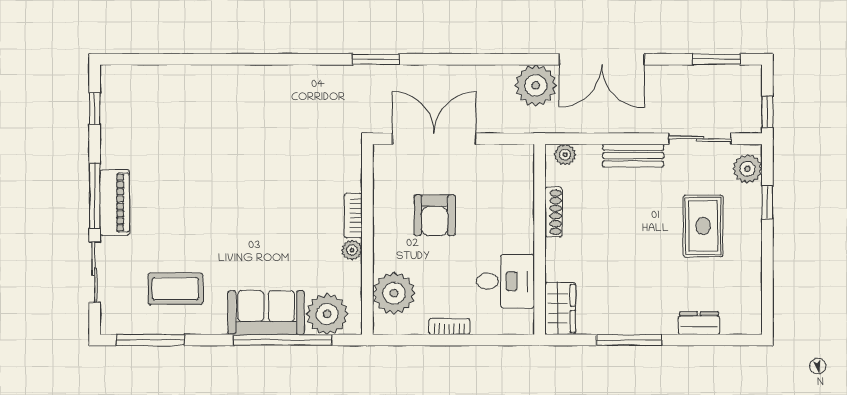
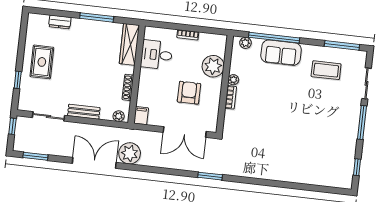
filing cabinet: (522, 161) -> (141, 116), added
plant: (747, 169) -> (26, 98), removed
piano: (115, 203) -> (352, 118), removed
rug: (703, 226) -> (42, 62), moved
plant: (394, 293) -> (213, 66), moved
wardrobe: (560, 308) -> (129, 44), width x1.50
plant: (327, 314) -> (245, 43), width x0.53, depth x0.53

